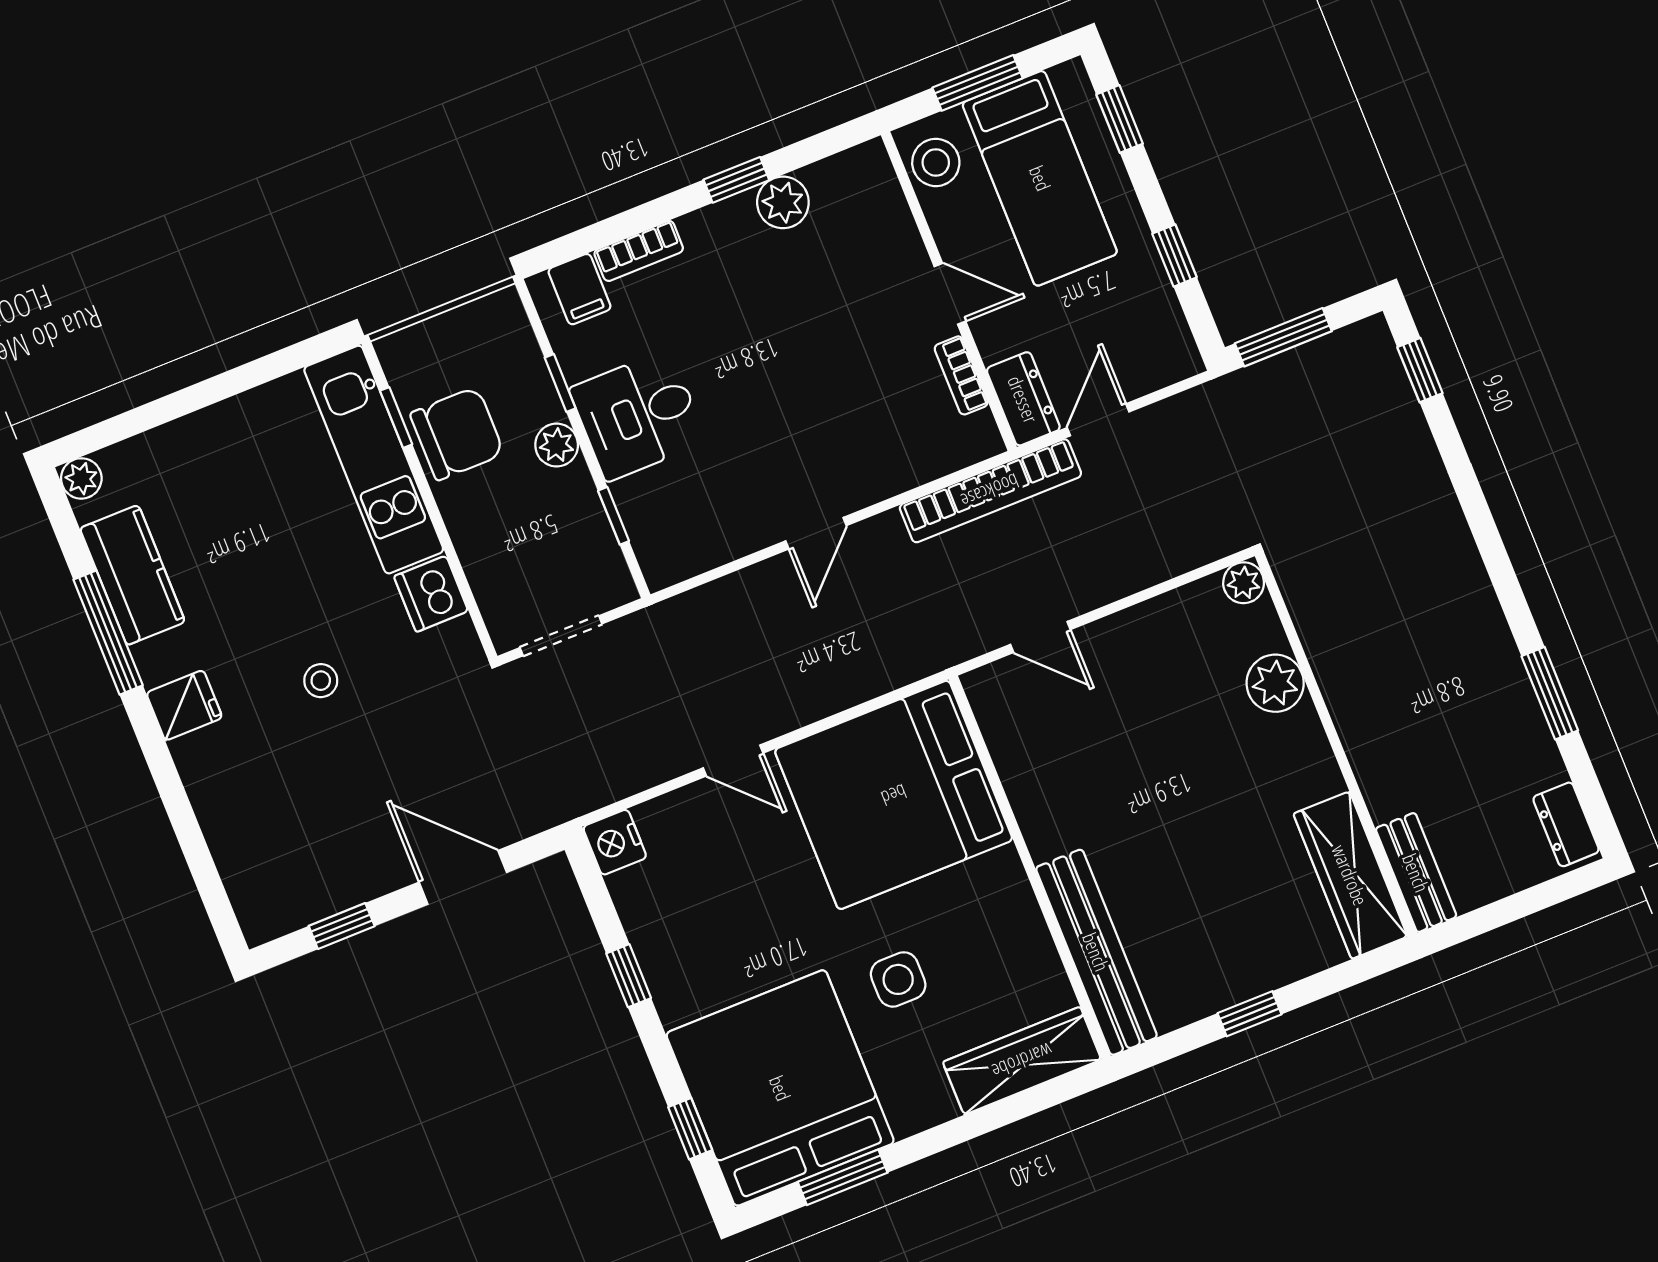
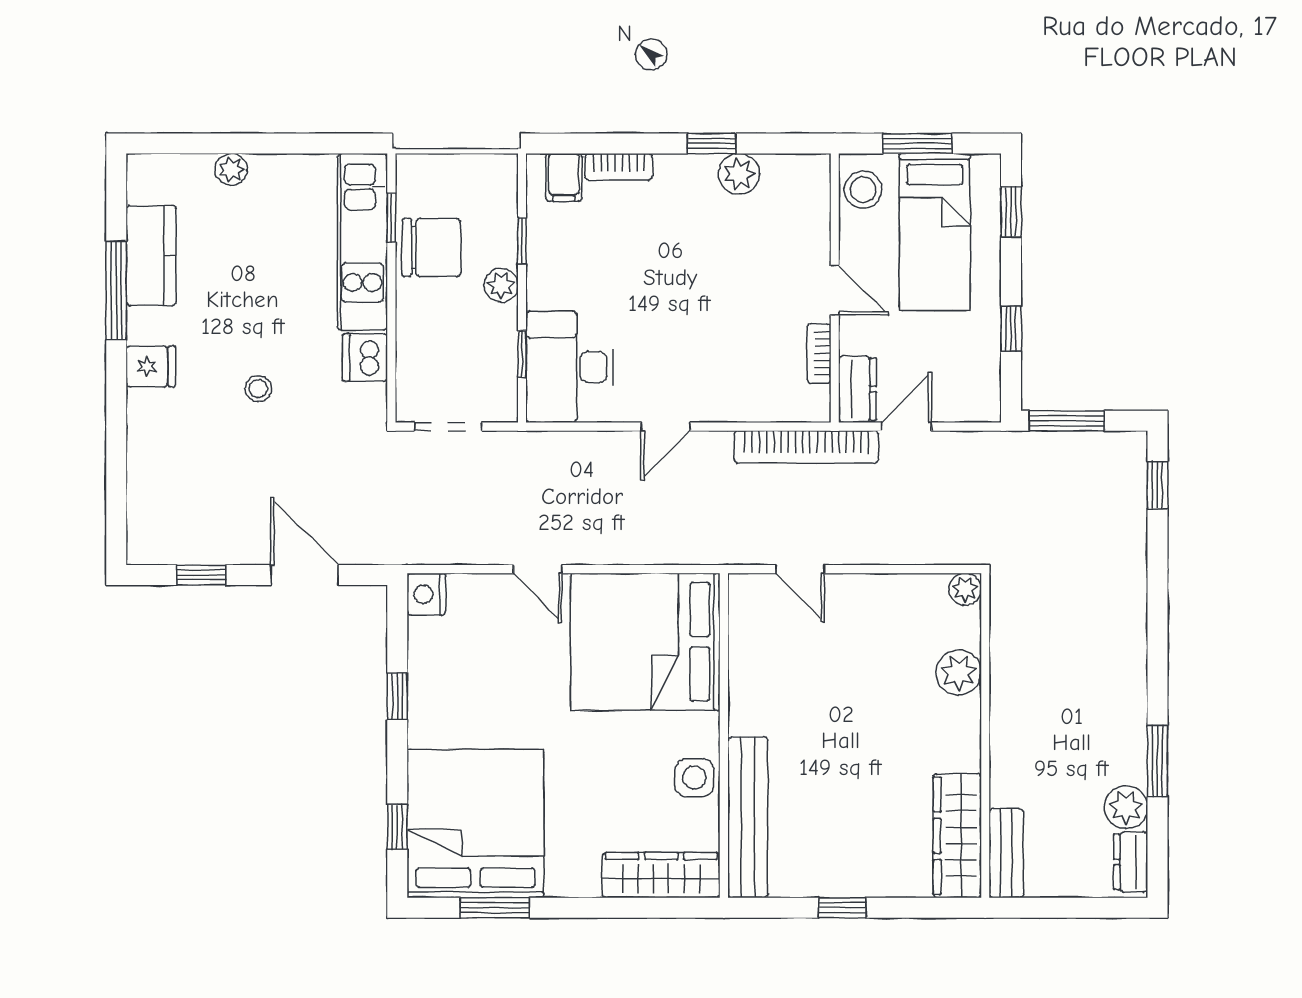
desk: (638, 415) -> (570, 367), moved, width x1.37
plant: (81, 478) -> (231, 169), moved
plant: (1535, 762) -> (1126, 807), added
side table: (898, 979) -> (694, 778), moved

